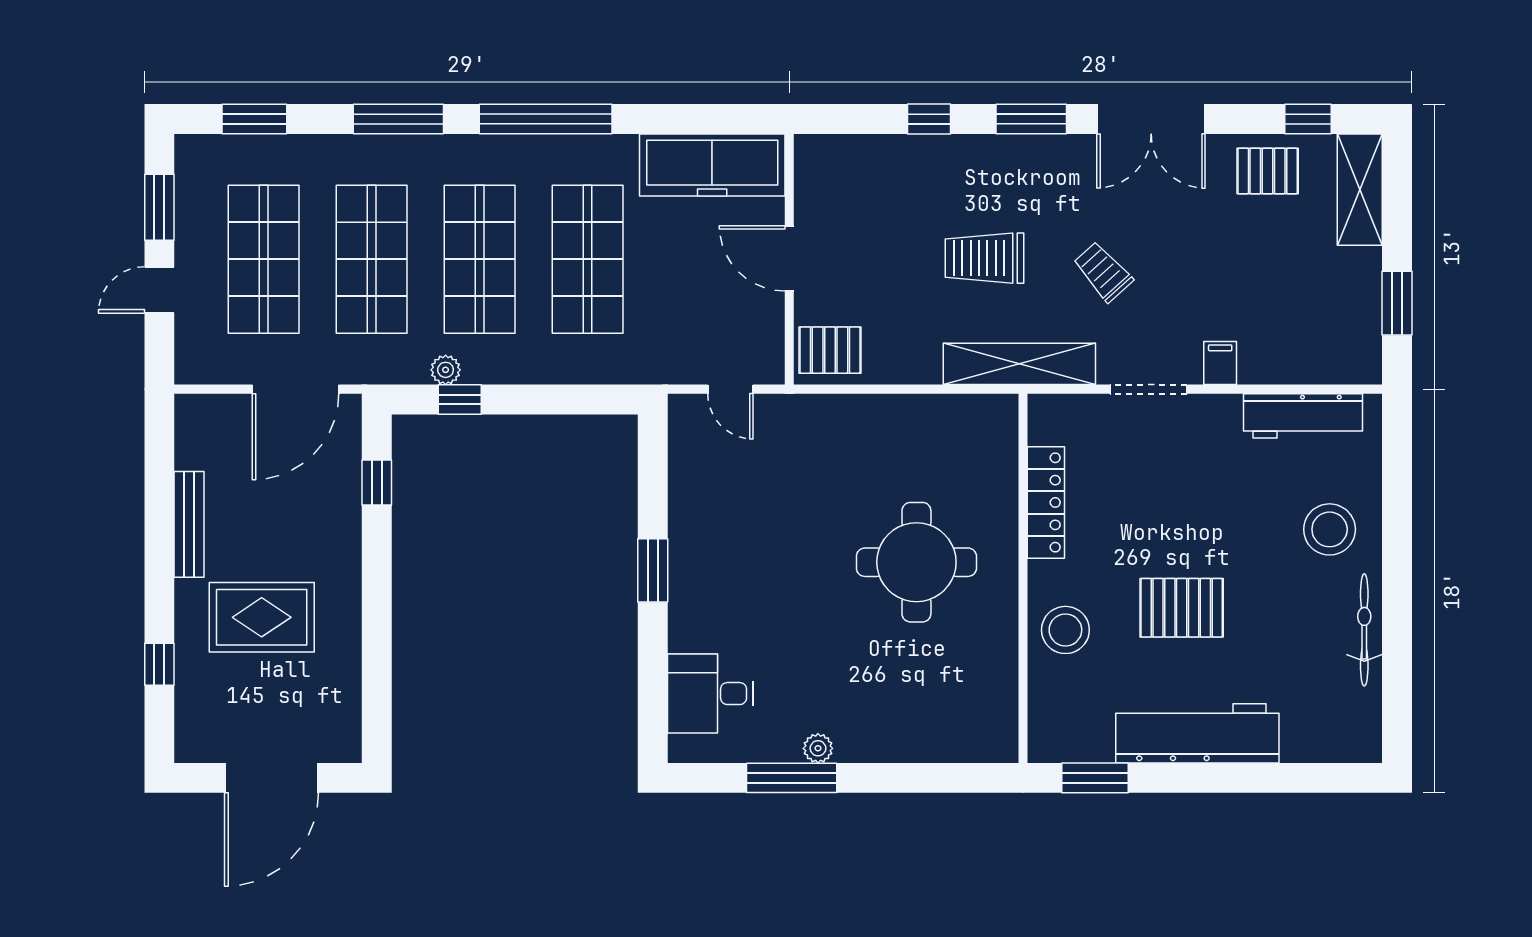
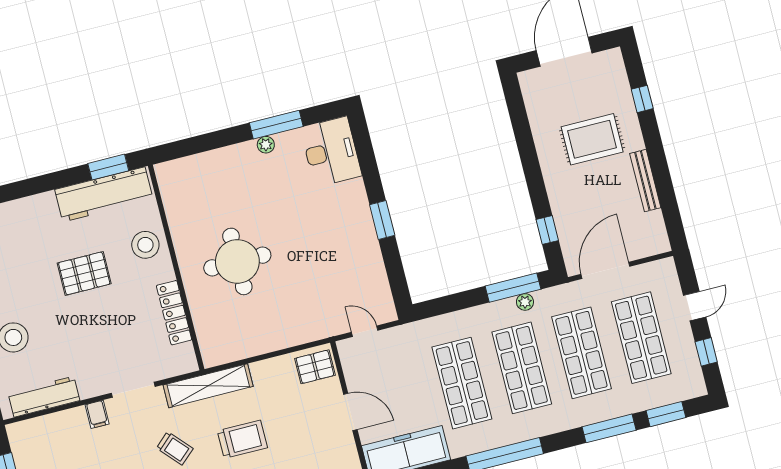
window: (398, 119) -> (609, 428), moved
window: (159, 207) -> (706, 352), width x0.67
window: (460, 399) -> (513, 288), width x2.17
desk: (710, 694) -> (331, 152), width x1.37
workbench: (1197, 733) -> (104, 194), moved

